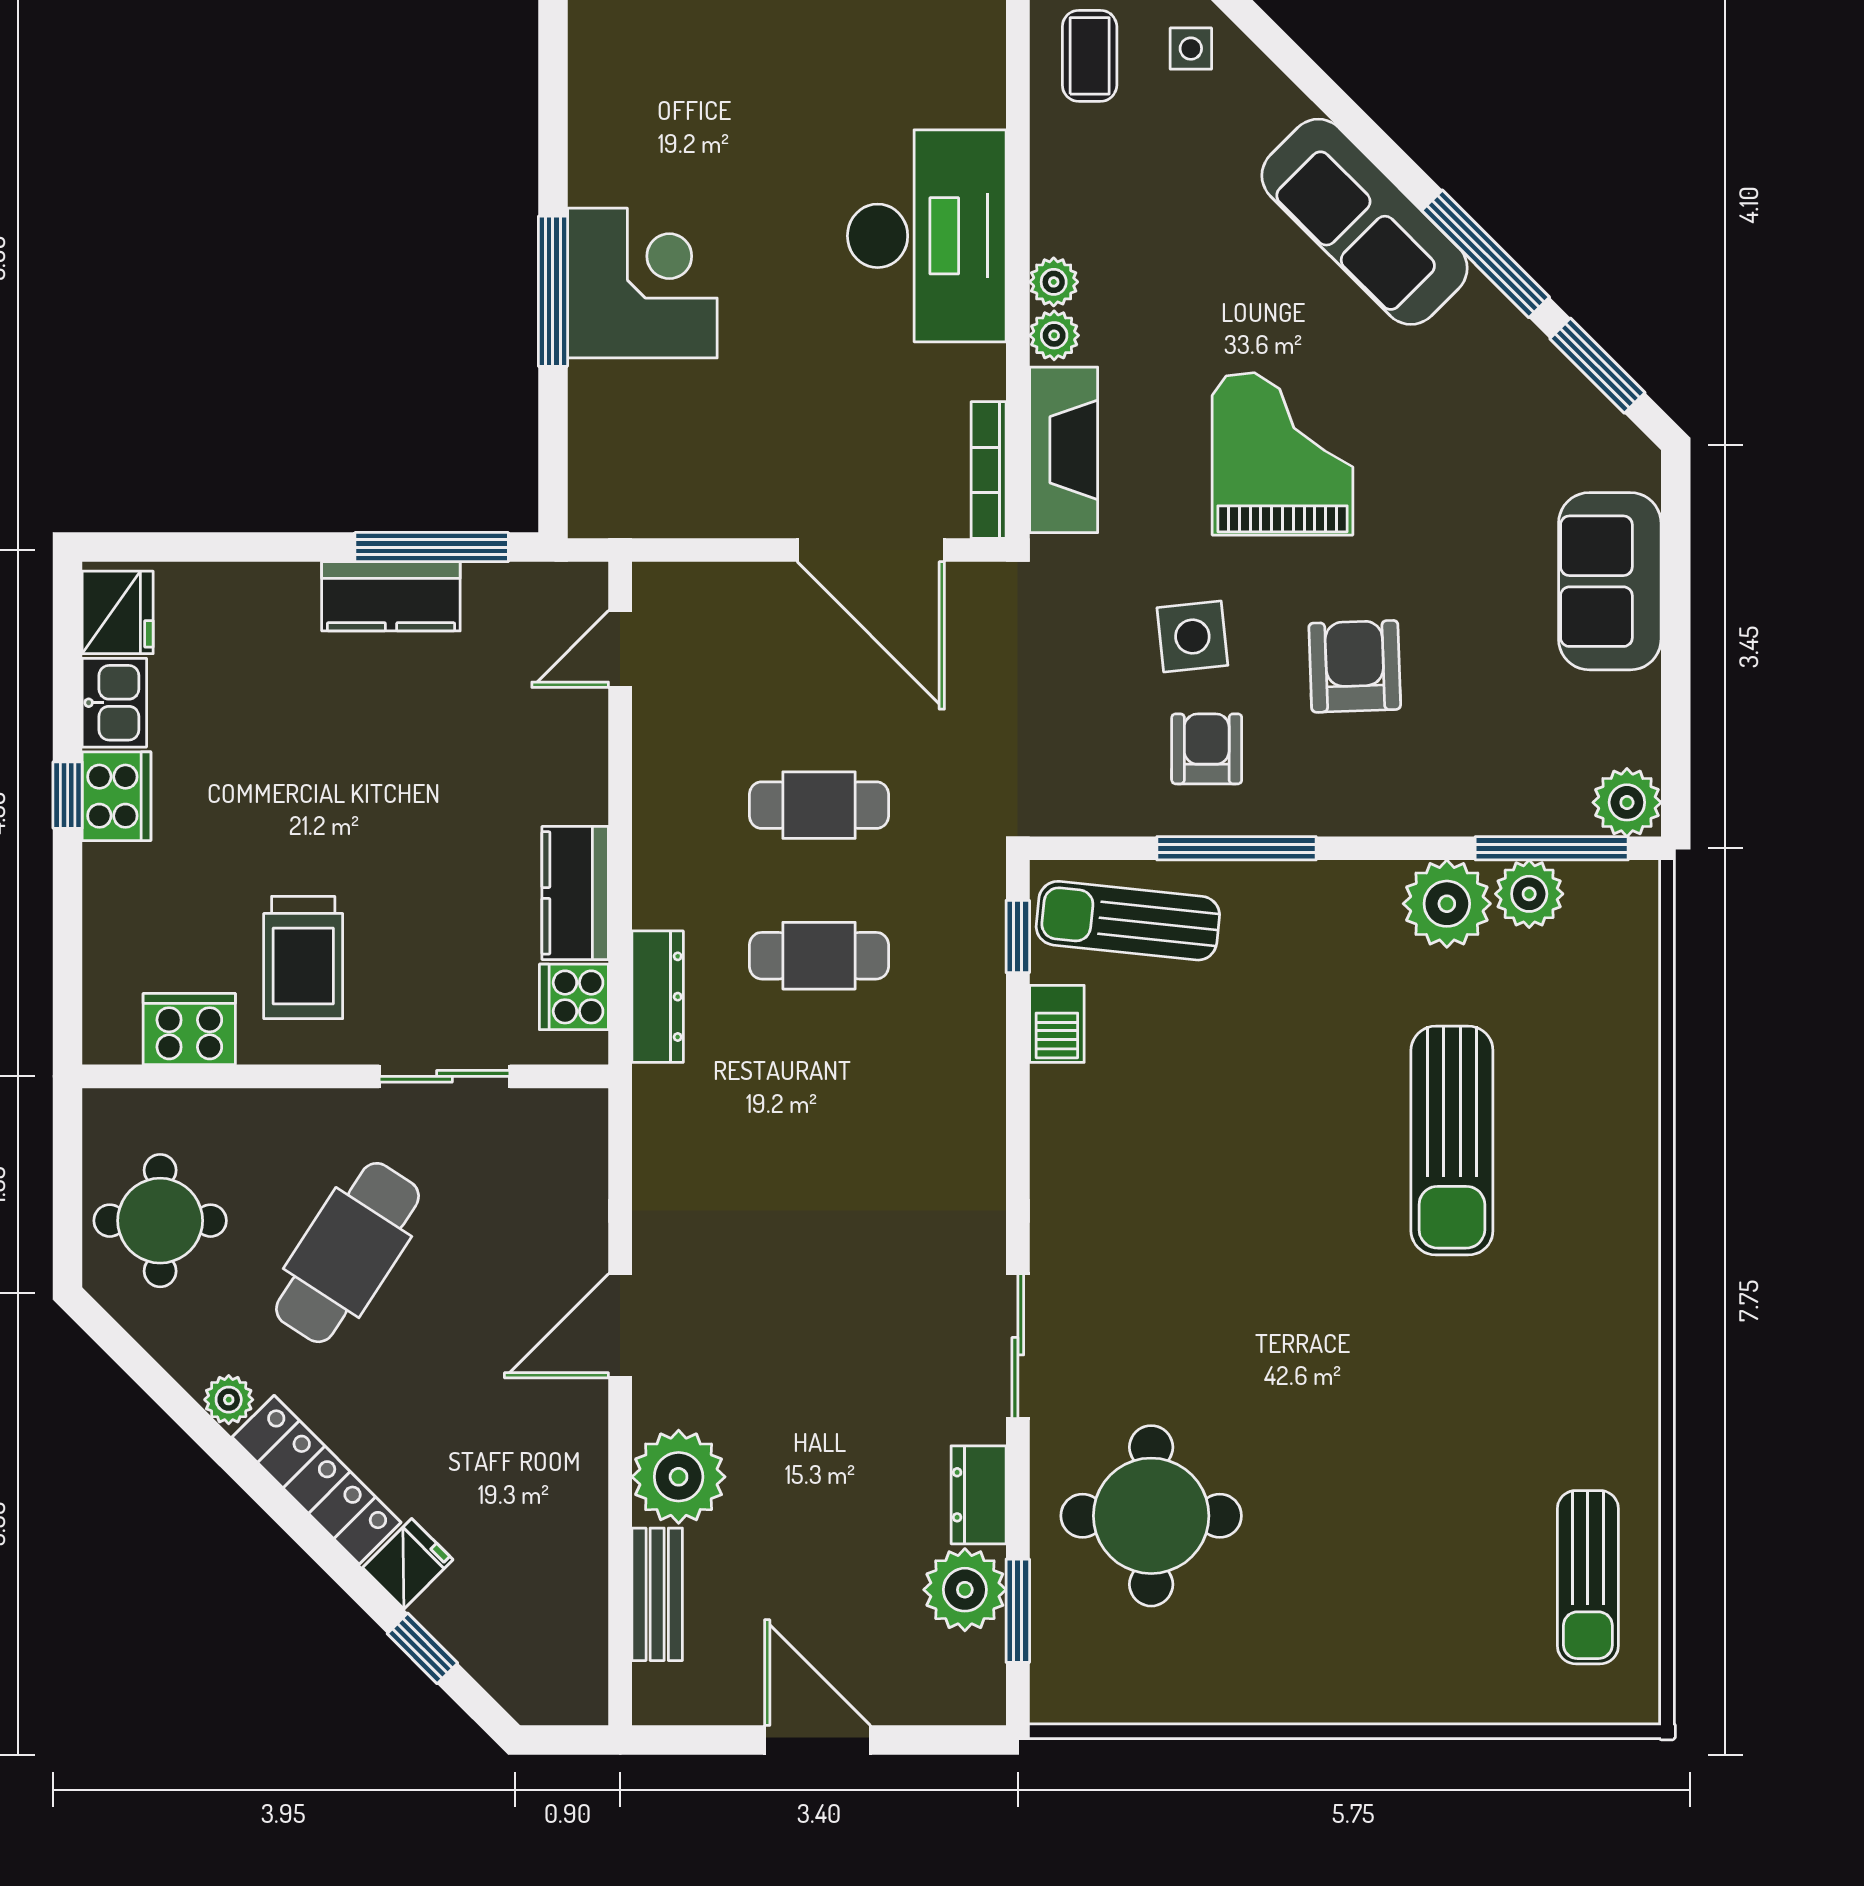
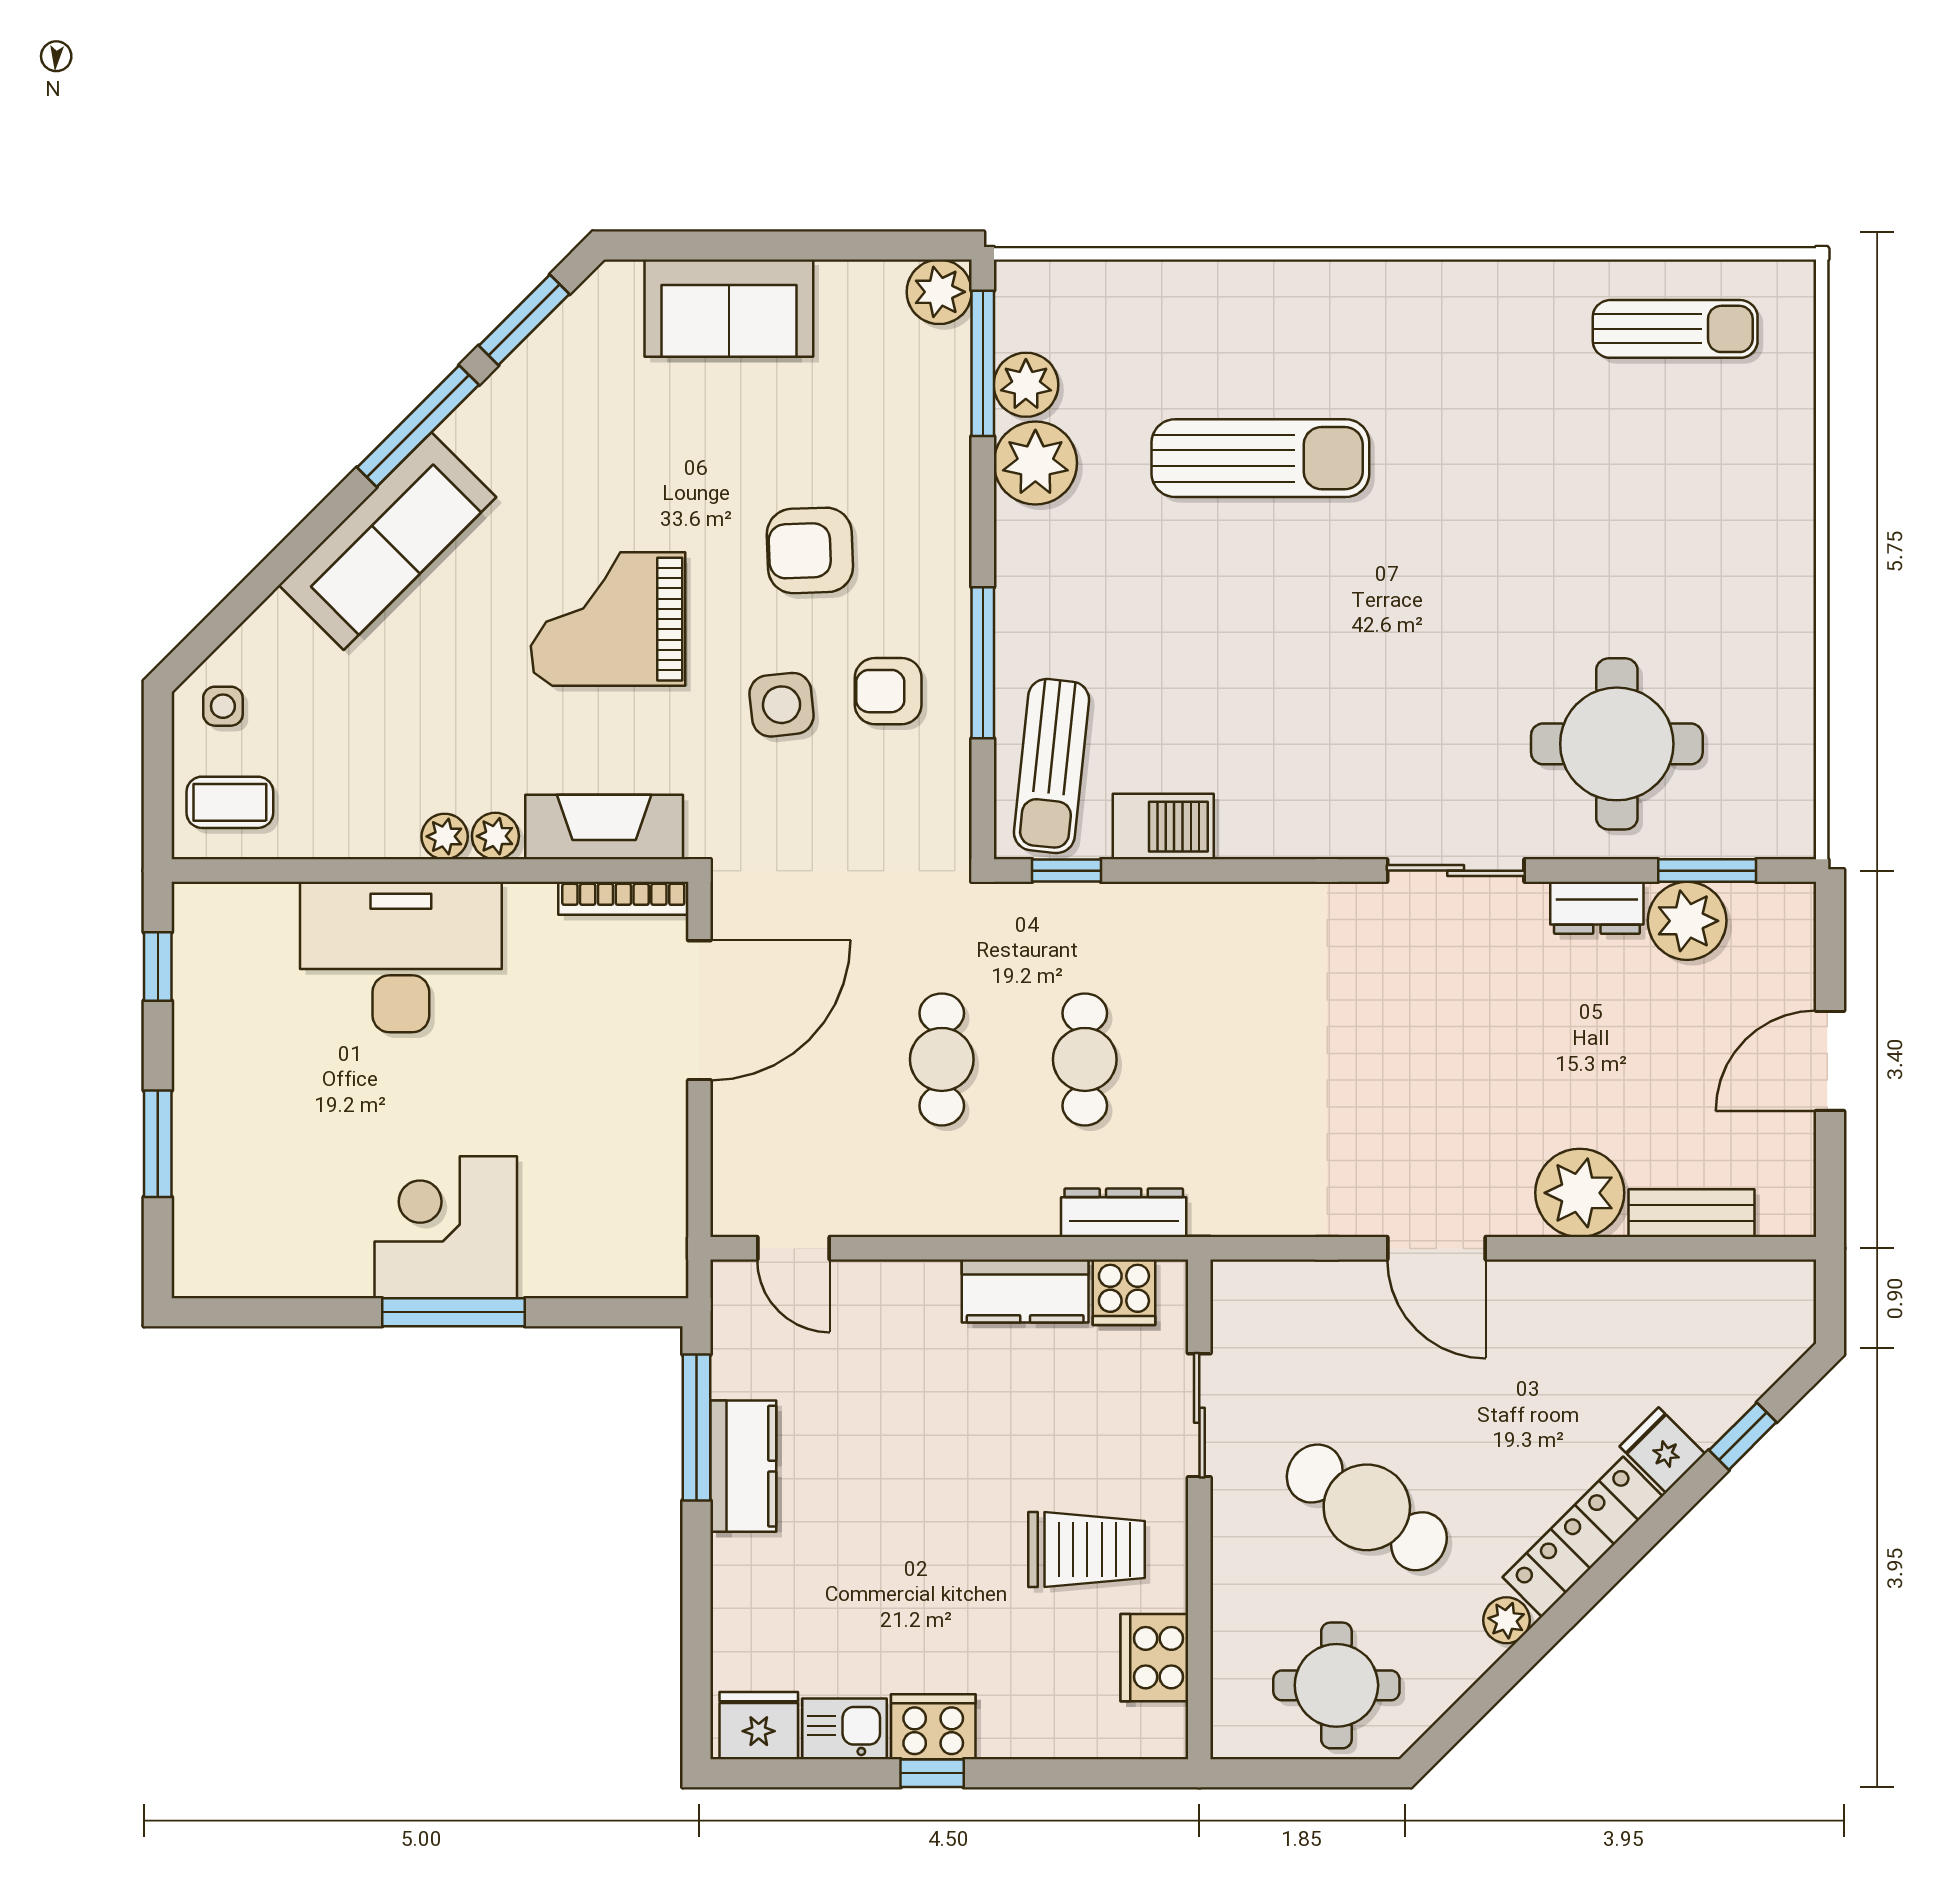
barbecue: (1057, 1024) -> (1163, 827), width x1.38, depth x1.27

